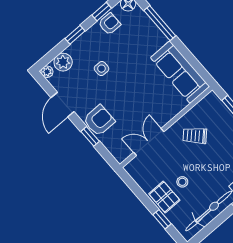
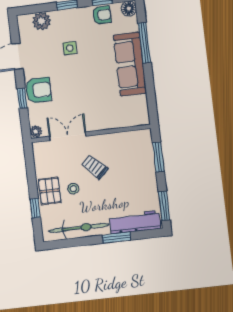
plant: (47, 72) -> (36, 131), moved
sofa: (180, 72) -> (130, 64), moved
trolley: (195, 136) -> (95, 167), moved

